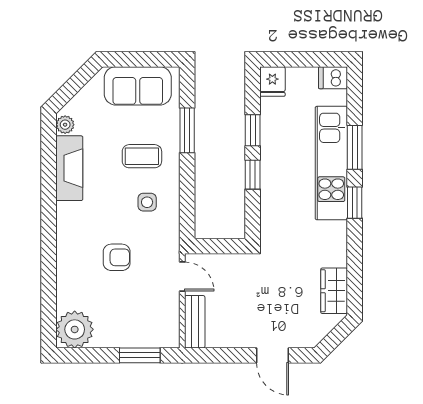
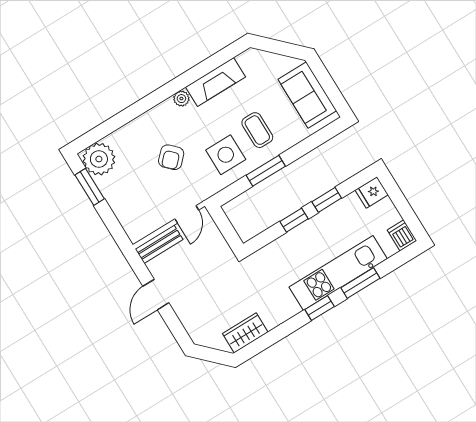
plant: (65, 125) -> (181, 99), moved
window: (187, 130) -> (266, 171), moved
side table: (147, 202) -> (226, 155), width x1.87, depth x1.87
armchair: (117, 257) -> (171, 157), turned 45
window: (140, 355) -> (90, 187), moved
door: (273, 355) -> (156, 295), moved

